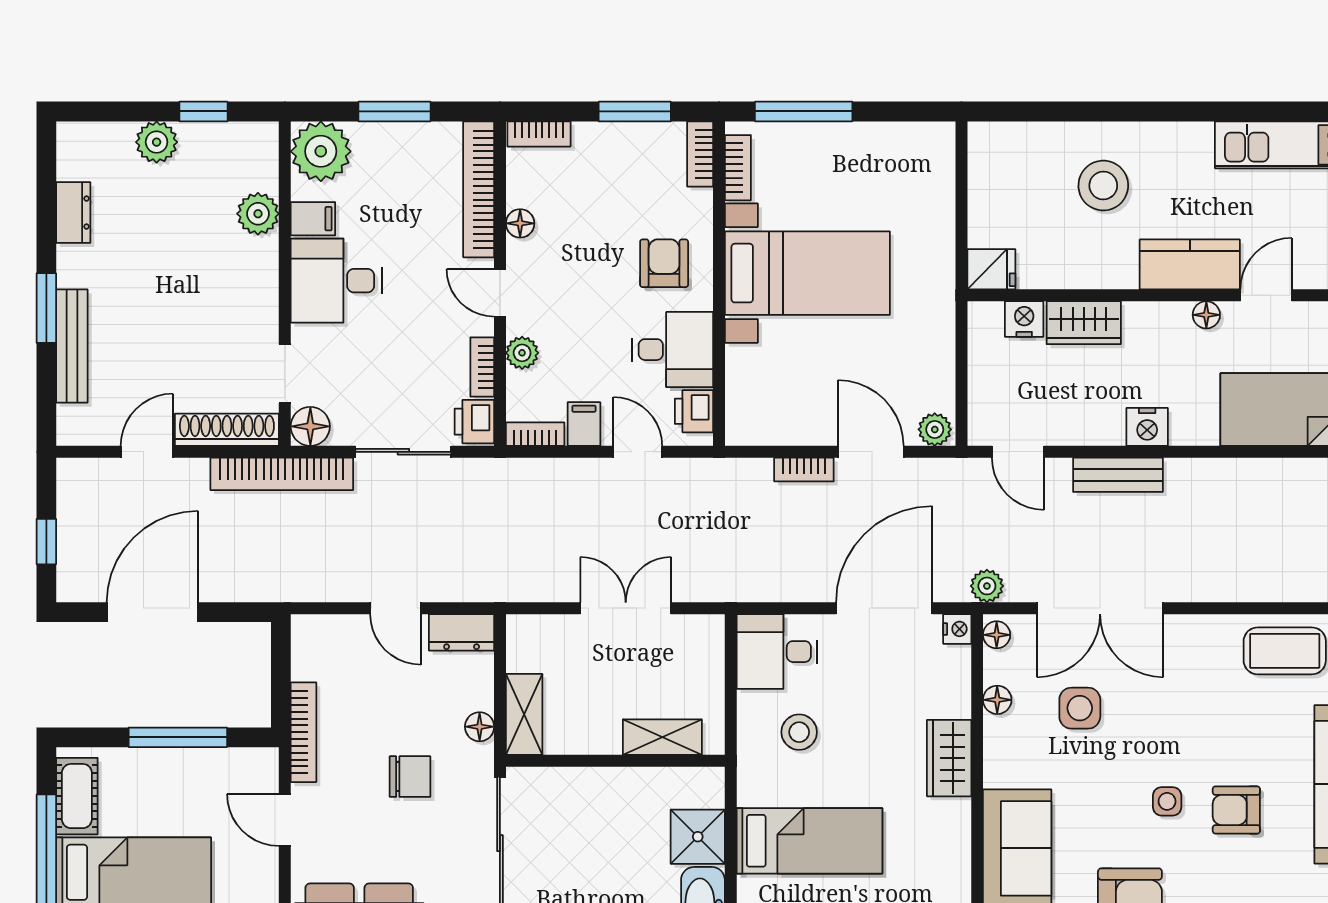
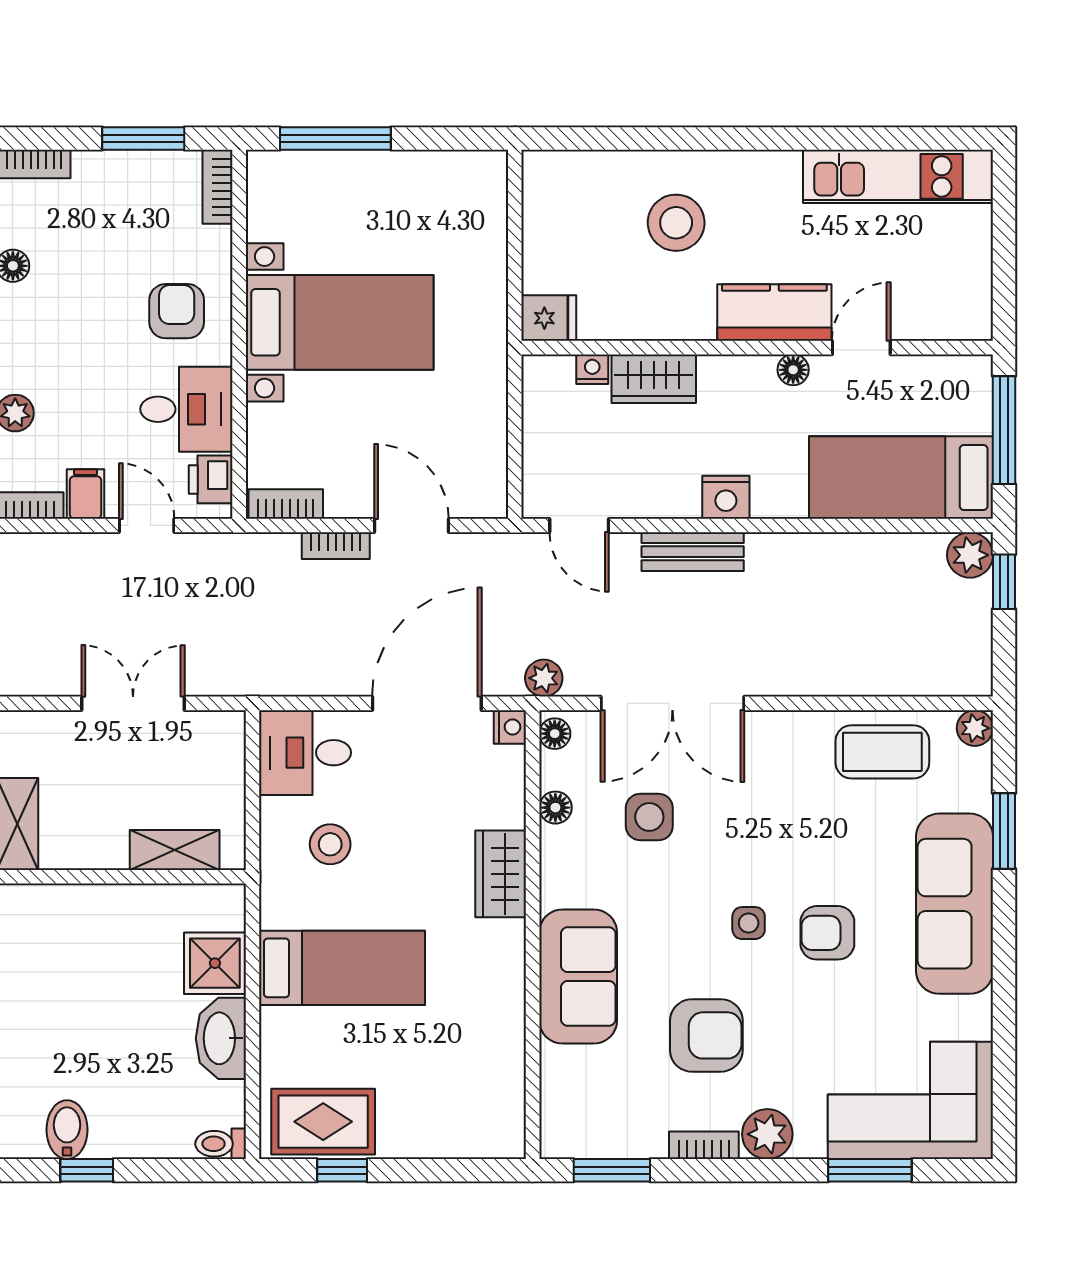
bookcase: (738, 168) -> (286, 504), moved, turned -90
nightstand: (1024, 319) -> (592, 369), width x0.72, depth x0.74
plant: (935, 429) -> (484, 500), removed

